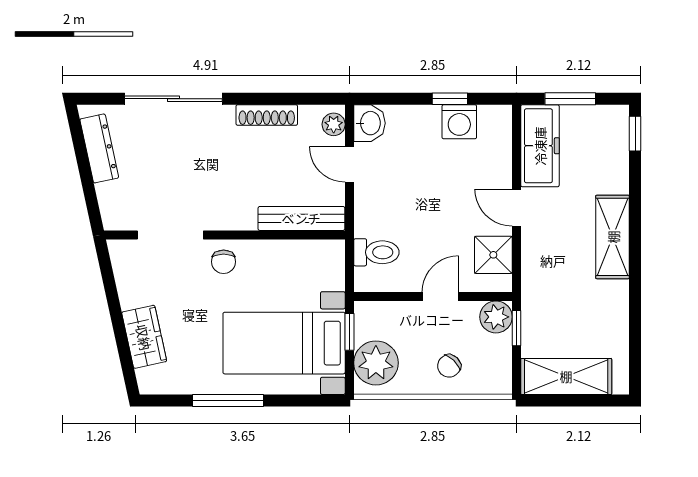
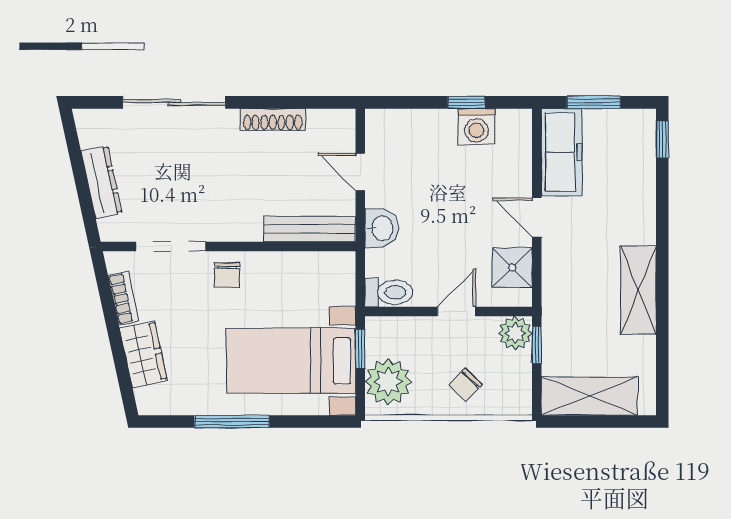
washbasin: (370, 123) -> (381, 228), moved
plant: (334, 124) -> (344, 130), removed
dresser: (99, 148) -> (102, 182), moved
shelving: (613, 237) -> (638, 290), moved
toilet: (376, 252) -> (389, 292), moved
bookcase: (125, 284) -> (123, 298), added

